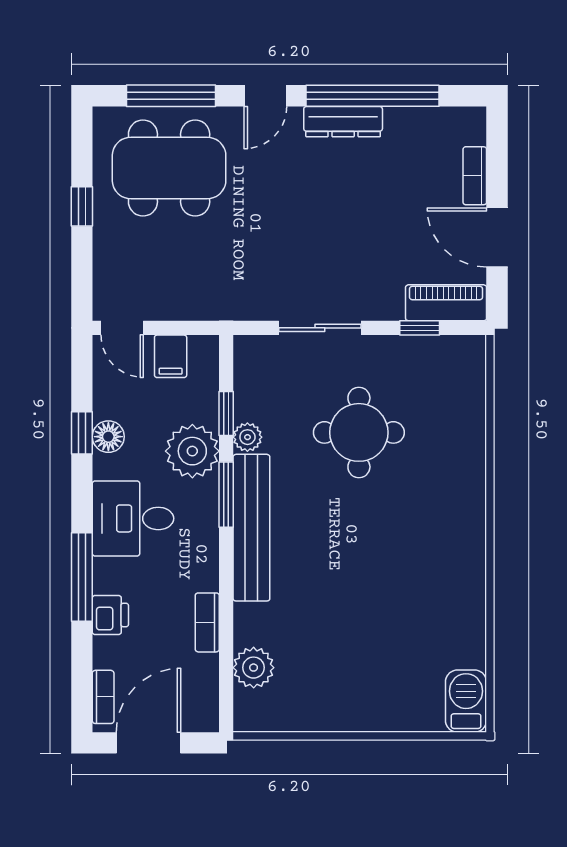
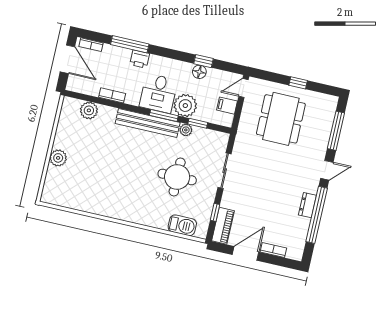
door: (265, 96) -> (327, 170), swing flipped
dresser: (343, 122) -> (307, 205), width x0.70
dining table: (169, 168) -> (281, 119), moved
desk: (133, 518) -> (158, 93), moved, turned 180
window: (82, 577) -> (130, 44), moved
printer: (110, 615) -> (140, 59), moved
barbecue: (466, 701) -> (182, 225), moved
plant: (378, 713) -> (58, 158), added

